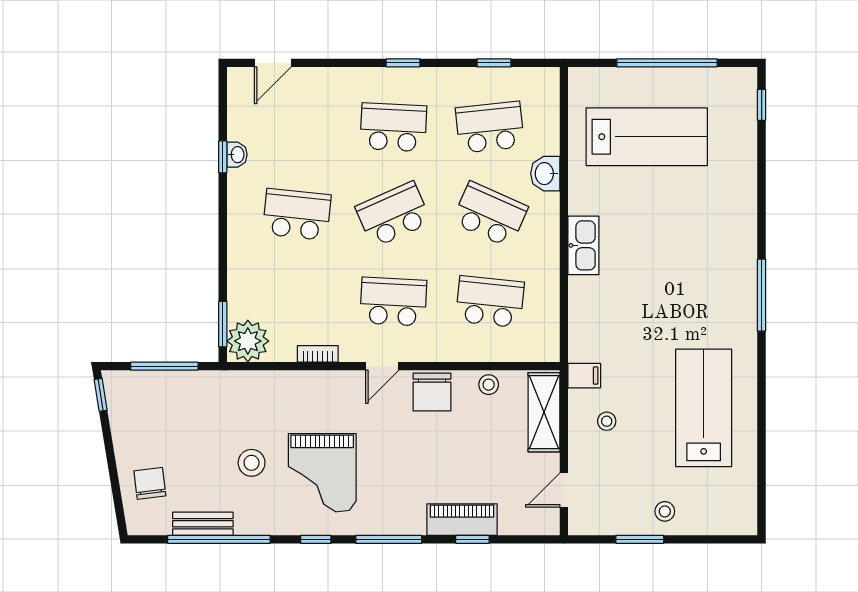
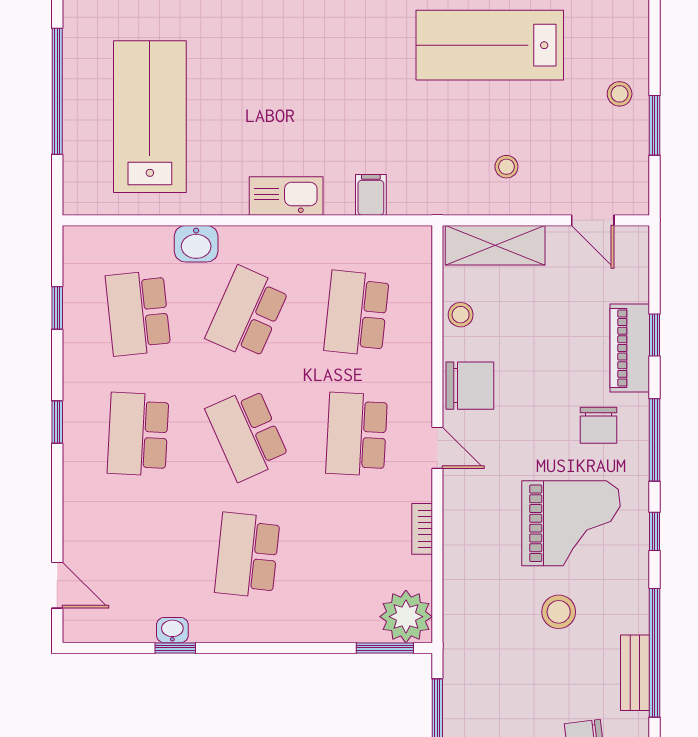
filing cabinet: (584, 376) -> (371, 195), moved
chair: (400, 495) -> (598, 425), added

